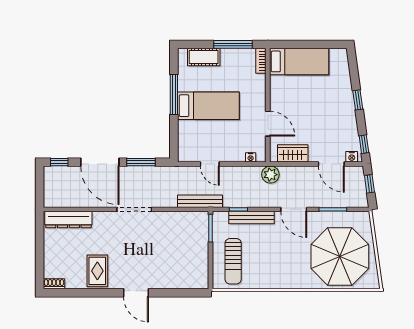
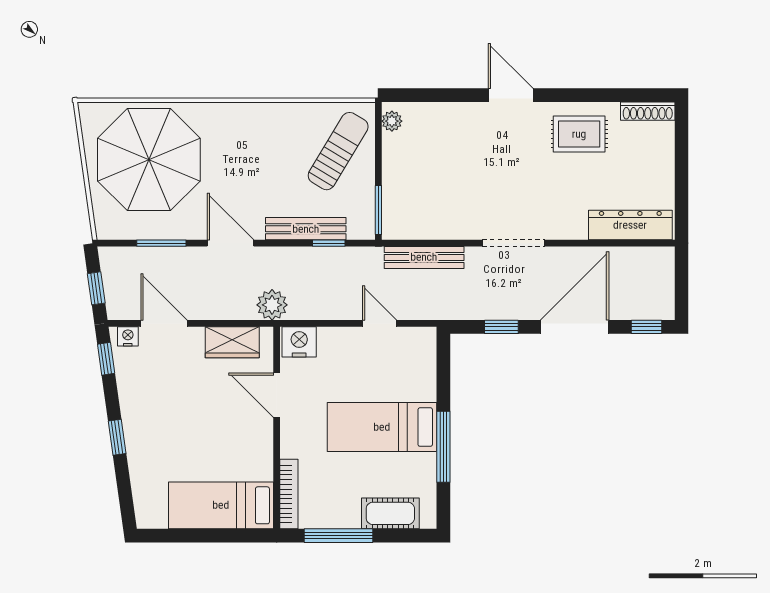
bookcase: (261, 61) -> (289, 494), width x1.56
nightstand: (251, 157) -> (299, 342), width x1.89, depth x1.79
door: (100, 162) -> (575, 327), hinge flipped
window: (141, 162) -> (501, 327), width x0.67
bench: (200, 201) -> (424, 257), moved
sun lounger: (233, 261) -> (338, 151), turned 31
rug: (97, 271) -> (579, 134), turned 90
plant: (203, 278) -> (392, 121), added
shoe rack: (54, 284) -> (648, 111), width x1.43

